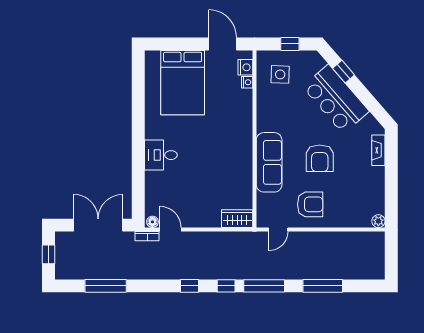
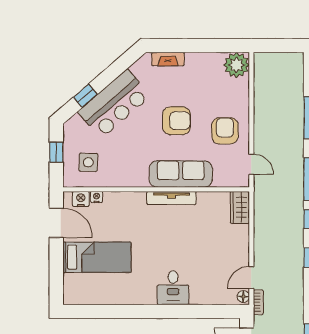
door: (223, 44) -> (56, 223), swing flipped
bed: (183, 83) -> (97, 257), width x0.67
tv unit: (246, 154) -> (171, 198), added
plant: (378, 221) -> (237, 65), width x1.88, depth x1.88

